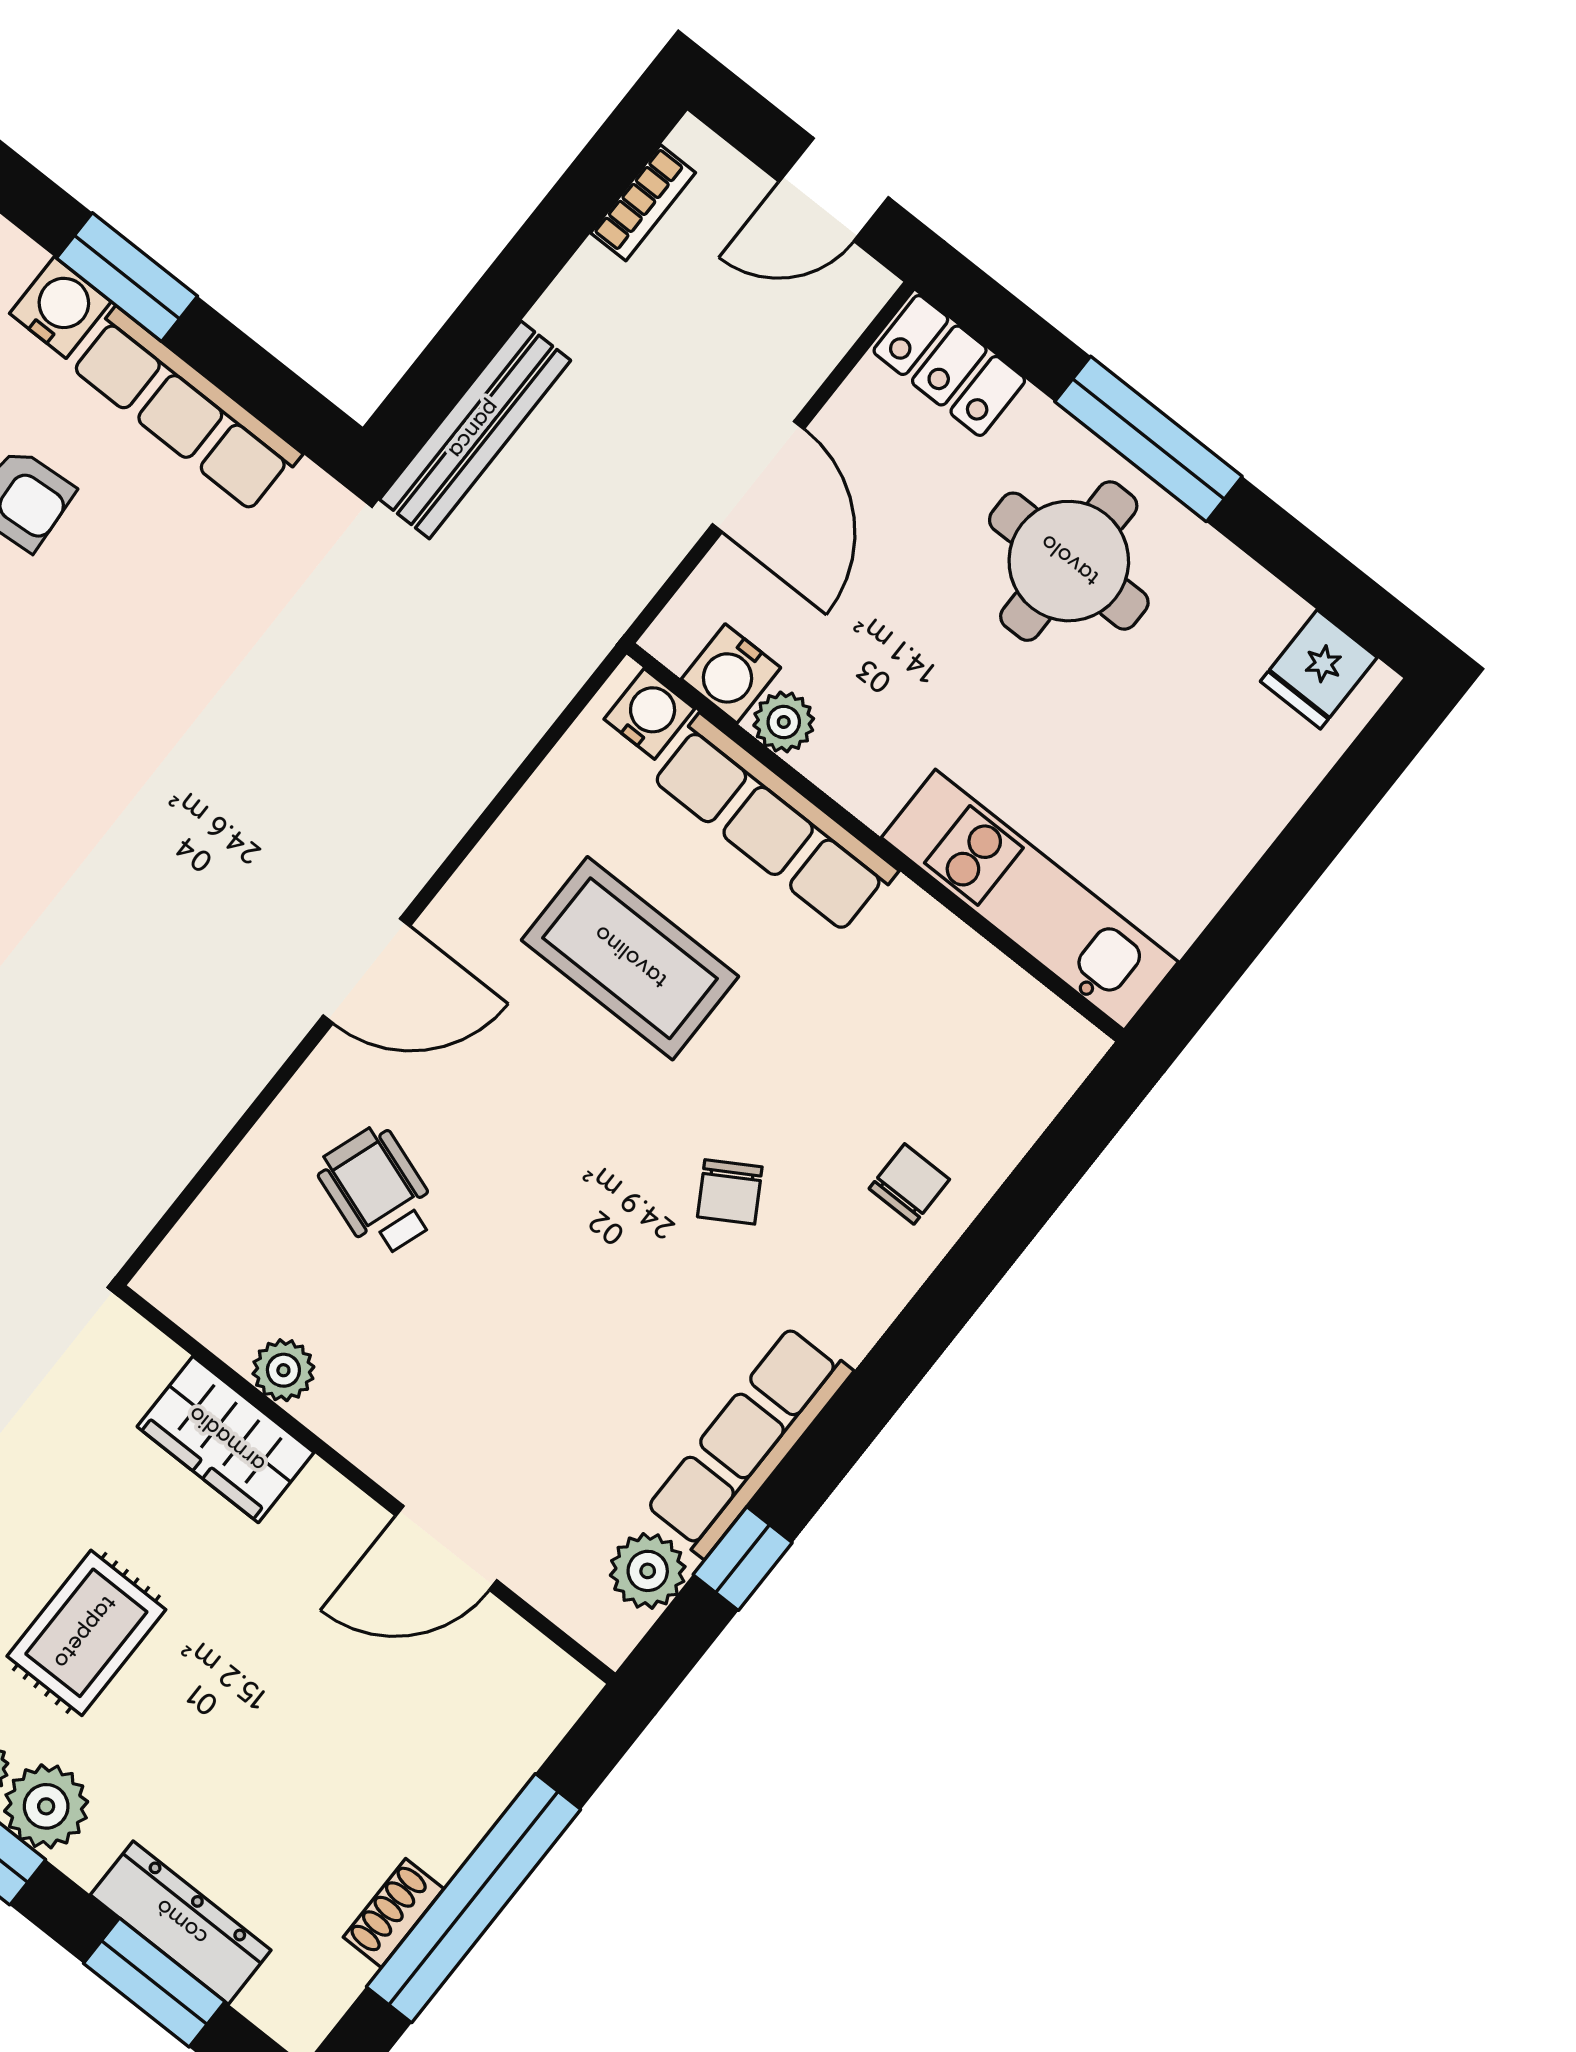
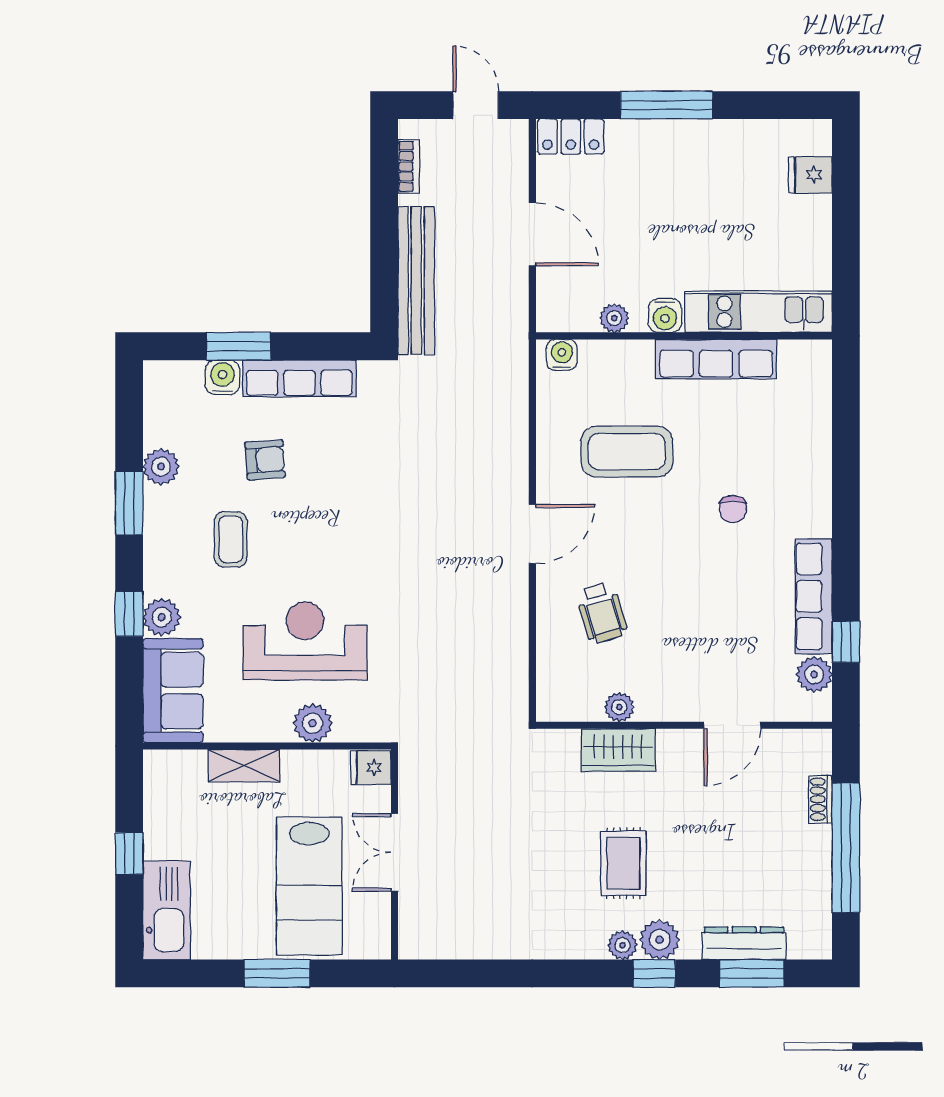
door: (834, 190) -> (476, 105), swing flipped
bench: (475, 430) -> (416, 281), width x1.37, depth x1.21
round table: (1069, 561) -> (673, 174), removed
fridge: (1319, 669) -> (810, 175), moved, turned 90
water cooler: (731, 673) -> (665, 316), moved
row of seats: (774, 824) -> (716, 359), moved
chair: (909, 1184) -> (797, 453), removed
wheelchair: (378, 1191) -> (602, 613), turned -126
chair: (730, 1192) -> (733, 509), turned 31
shoe rack: (394, 1913) -> (820, 799), moved

